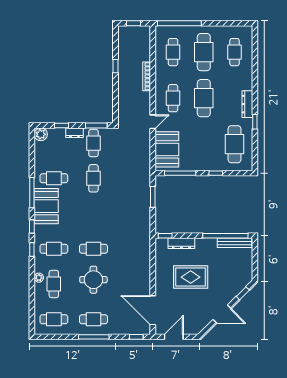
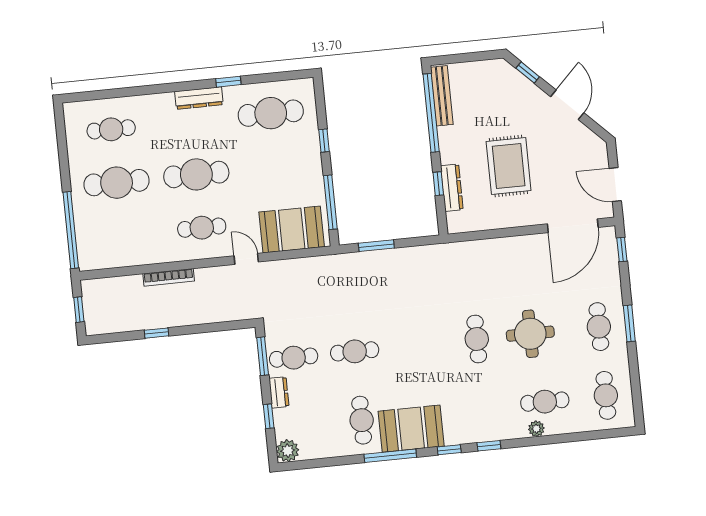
cafe table: (173, 52) -> (122, 236), removed
window: (165, 236) -> (438, 184), moved
cafe table: (54, 249) -> (484, 408), removed
window: (94, 337) -> (629, 323), width x0.69

